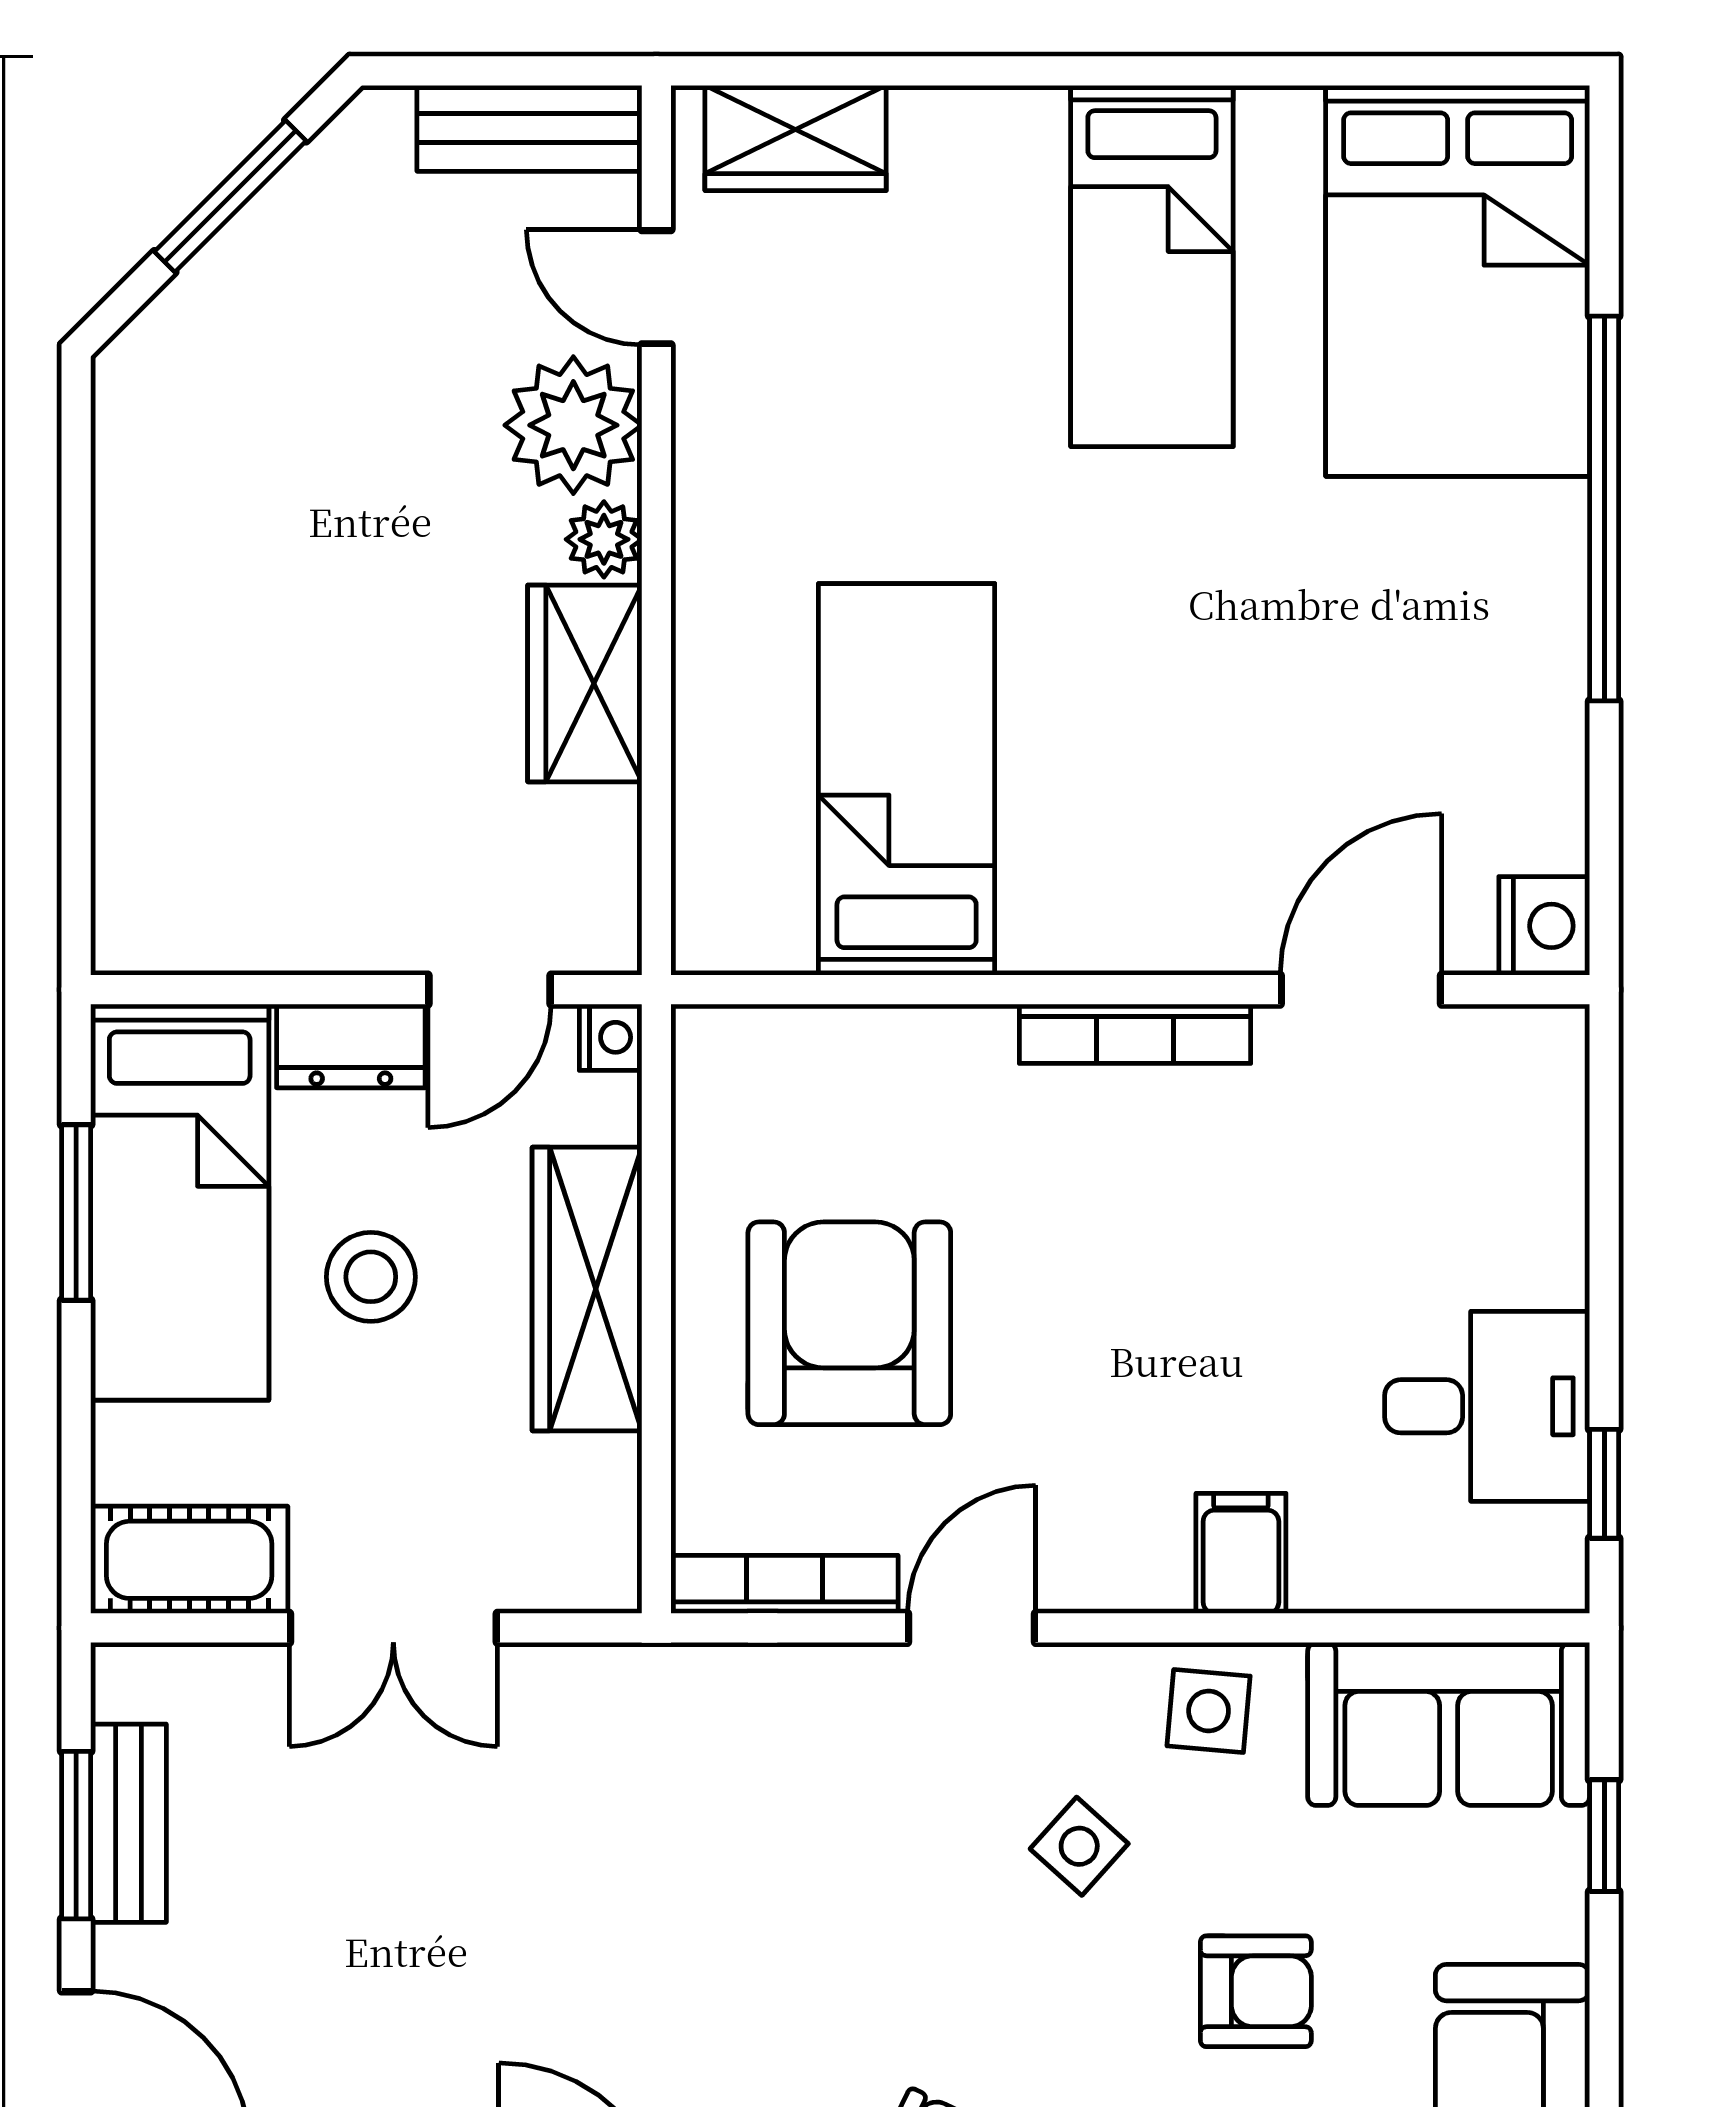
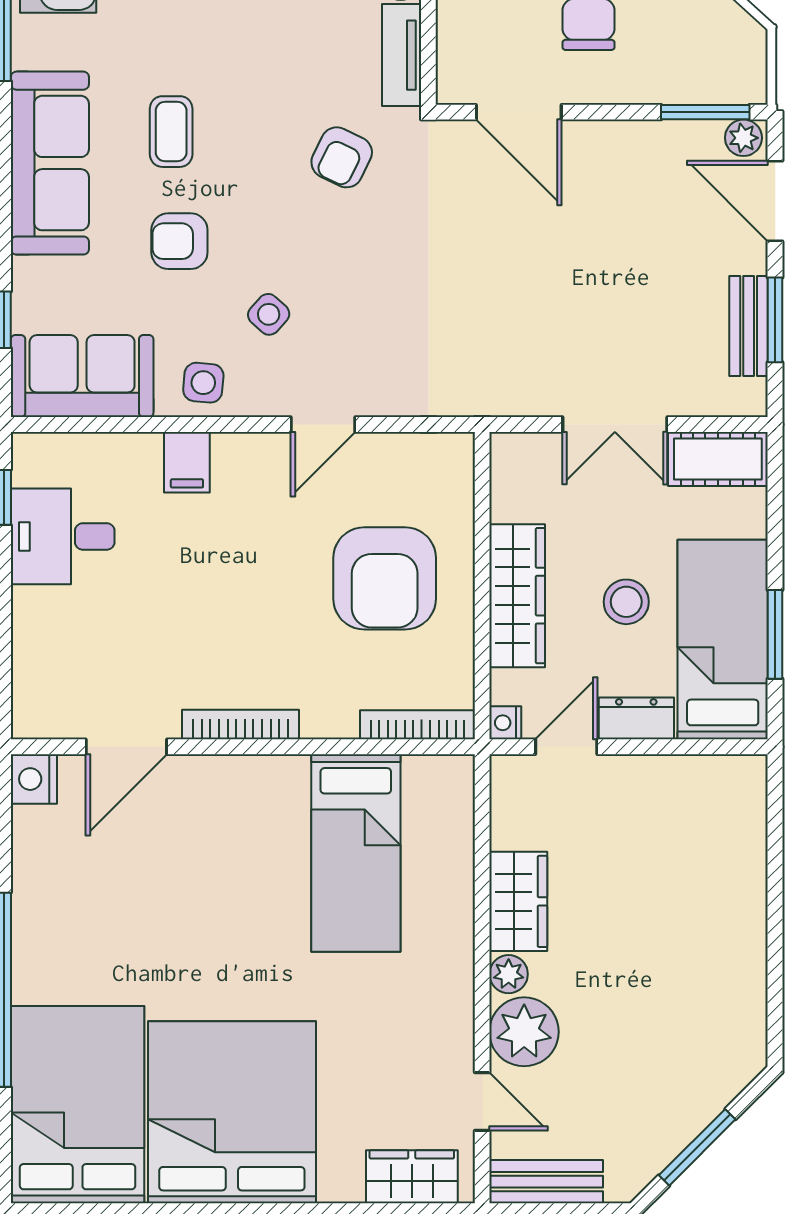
bed: (1152, 266) -> (232, 1112), width x2.04
bookcase: (784, 1584) -> (417, 725), moved, turned 180
double door: (393, 1628) -> (615, 425), swing flipped

